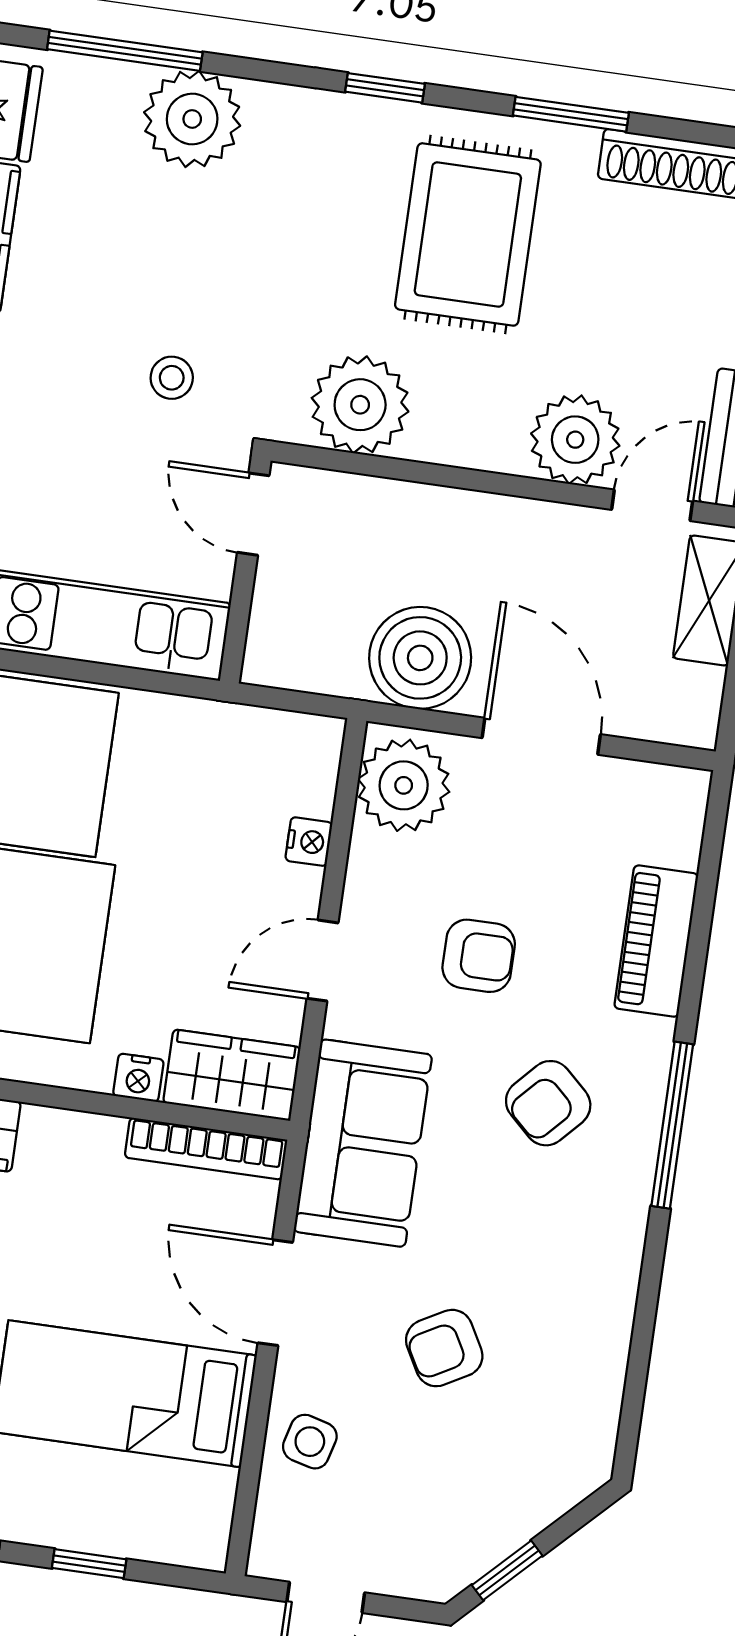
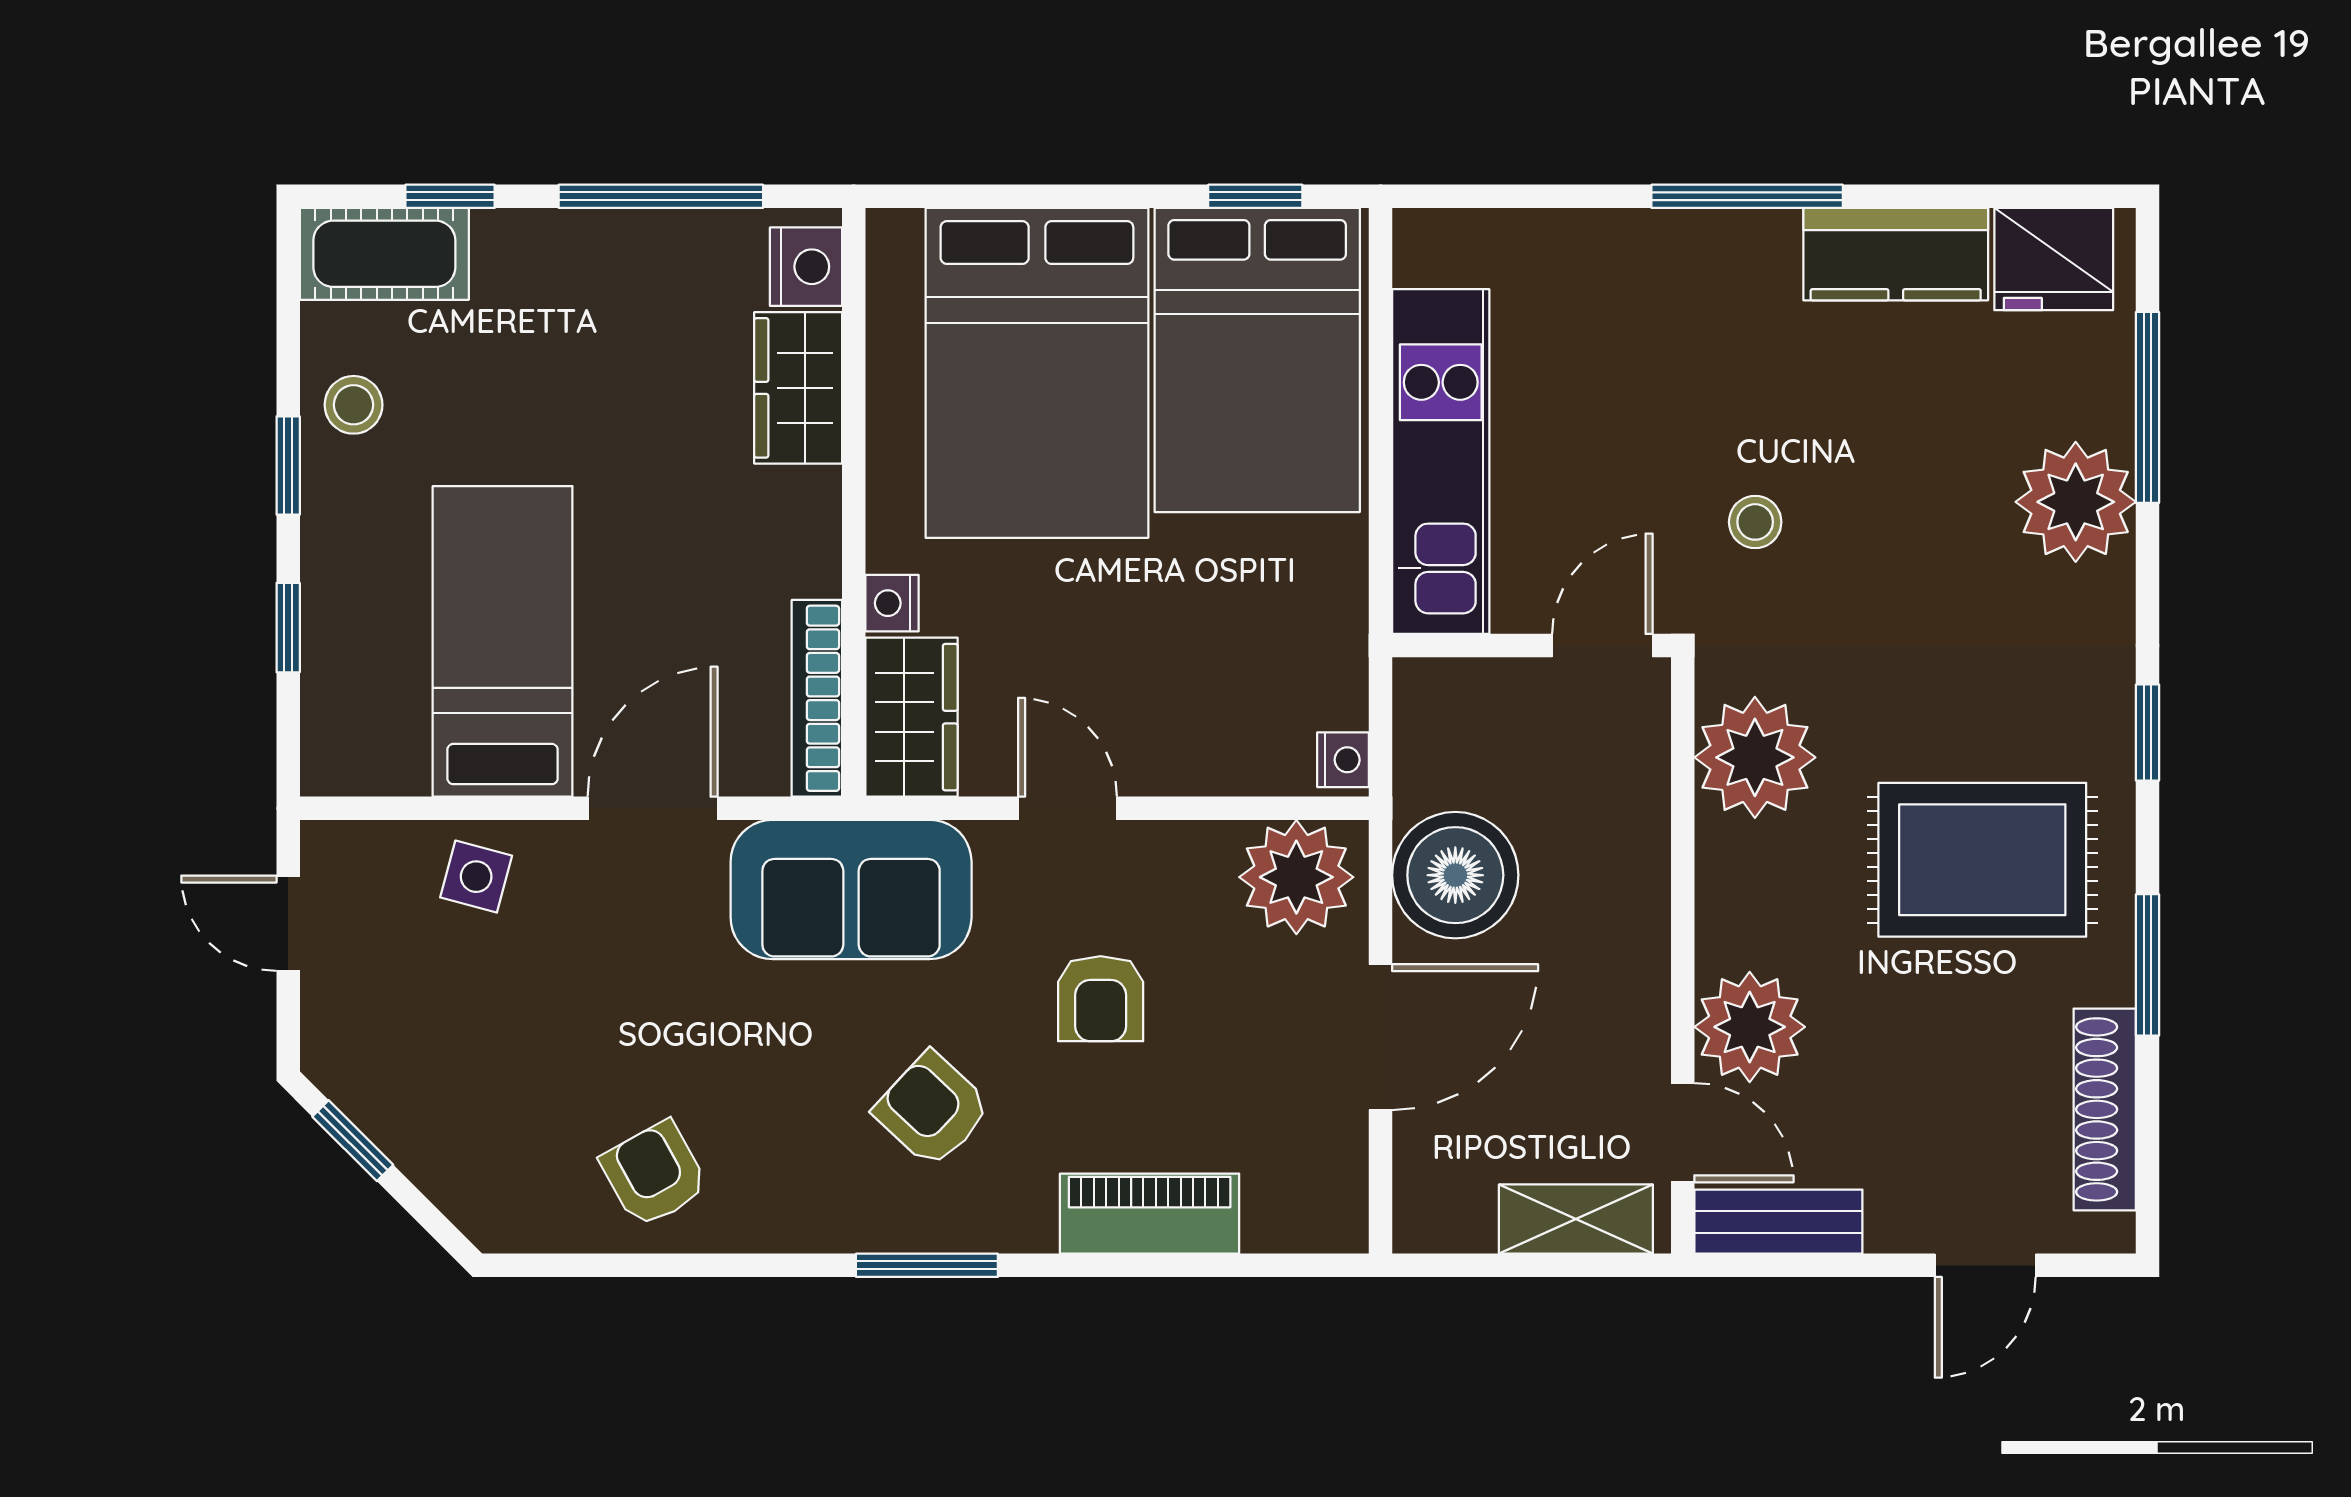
nightstand: (309, 842) -> (1343, 760), moved, turned -90
window: (672, 1125) -> (927, 1265), width x0.69
armchair: (444, 1348) -> (654, 1174), moved

